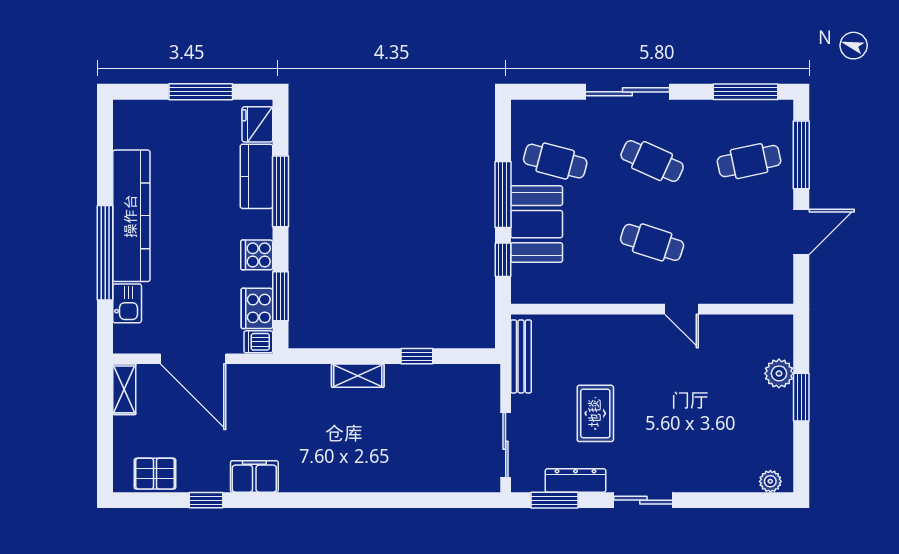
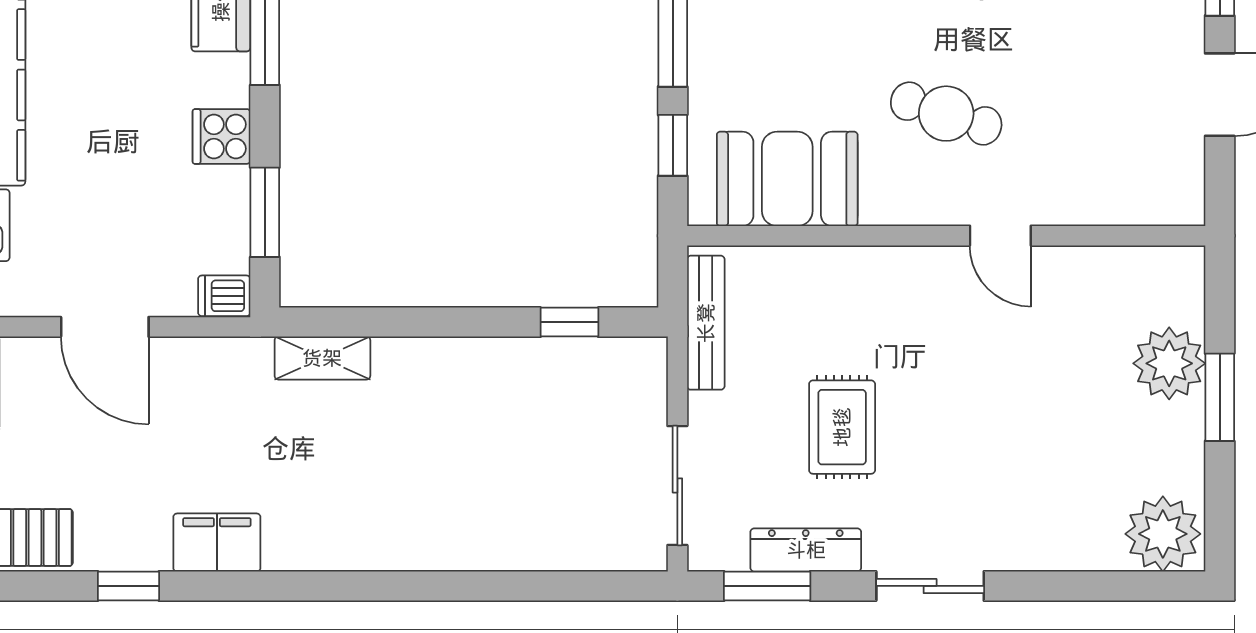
booth: (537, 224) -> (787, 179), moved, turned 90
cooker: (257, 308) -> (222, 235), removed
window: (417, 356) -> (569, 322), moved
door: (193, 359) -> (105, 327), width x0.73
plant: (779, 373) -> (1169, 363), width x1.36, depth x1.36
shelving: (358, 376) -> (322, 358), moved
plant: (770, 481) -> (1163, 534), width x1.87, depth x1.87

